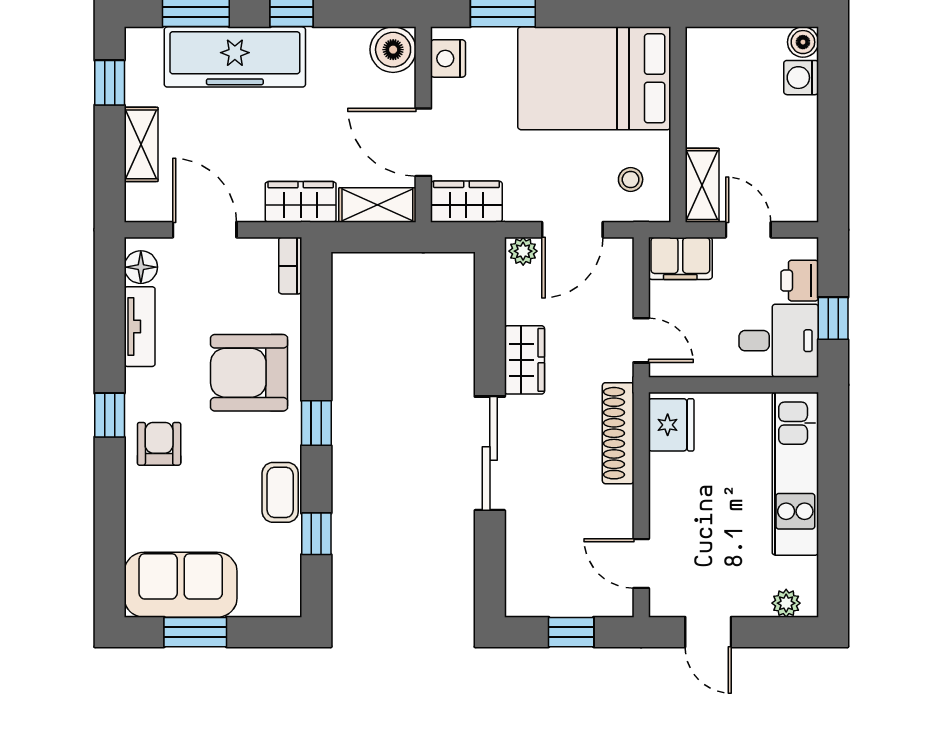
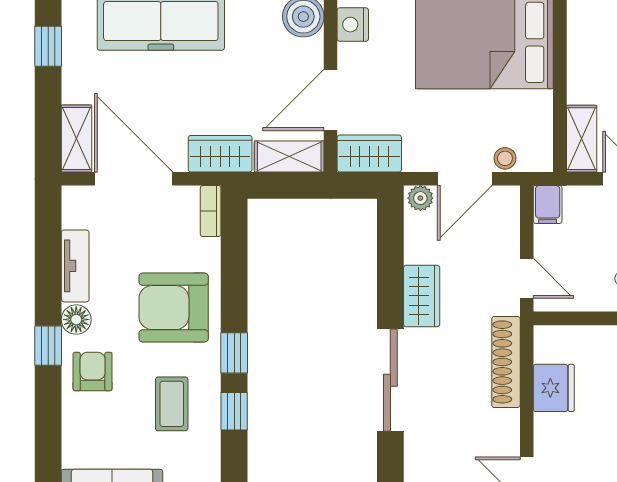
door: (423, 142) -> (331, 100), hinge flipped
shelving: (141, 144) -> (76, 139), moved
stool: (631, 179) -> (505, 158), moved
door: (205, 230) -> (134, 179), width x1.36
filing cabinet: (680, 258) -> (548, 205), width x0.50
floor lamp: (141, 267) -> (76, 320), moved
fridge: (671, 425) -> (554, 388), moved
coffee table: (280, 492) -> (172, 404), moved
window: (316, 534) -> (234, 411), moved

